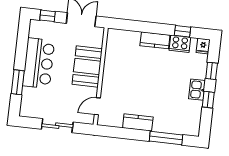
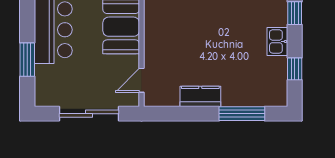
window: (208, 100) -> (295, 69), moved
sliding door: (57, 126) -> (89, 114), width x1.37

